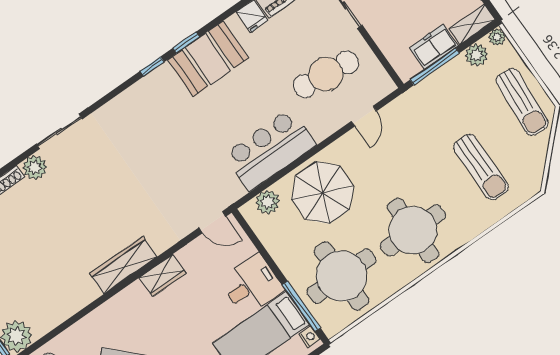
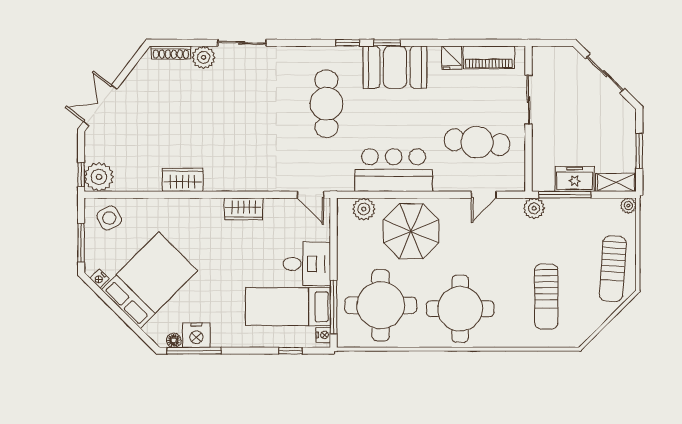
plant: (477, 55) -> (534, 208), moved
cafe table: (171, 133) -> (326, 104), added
wardrobe: (123, 265) -> (183, 180), moved, width x0.67

